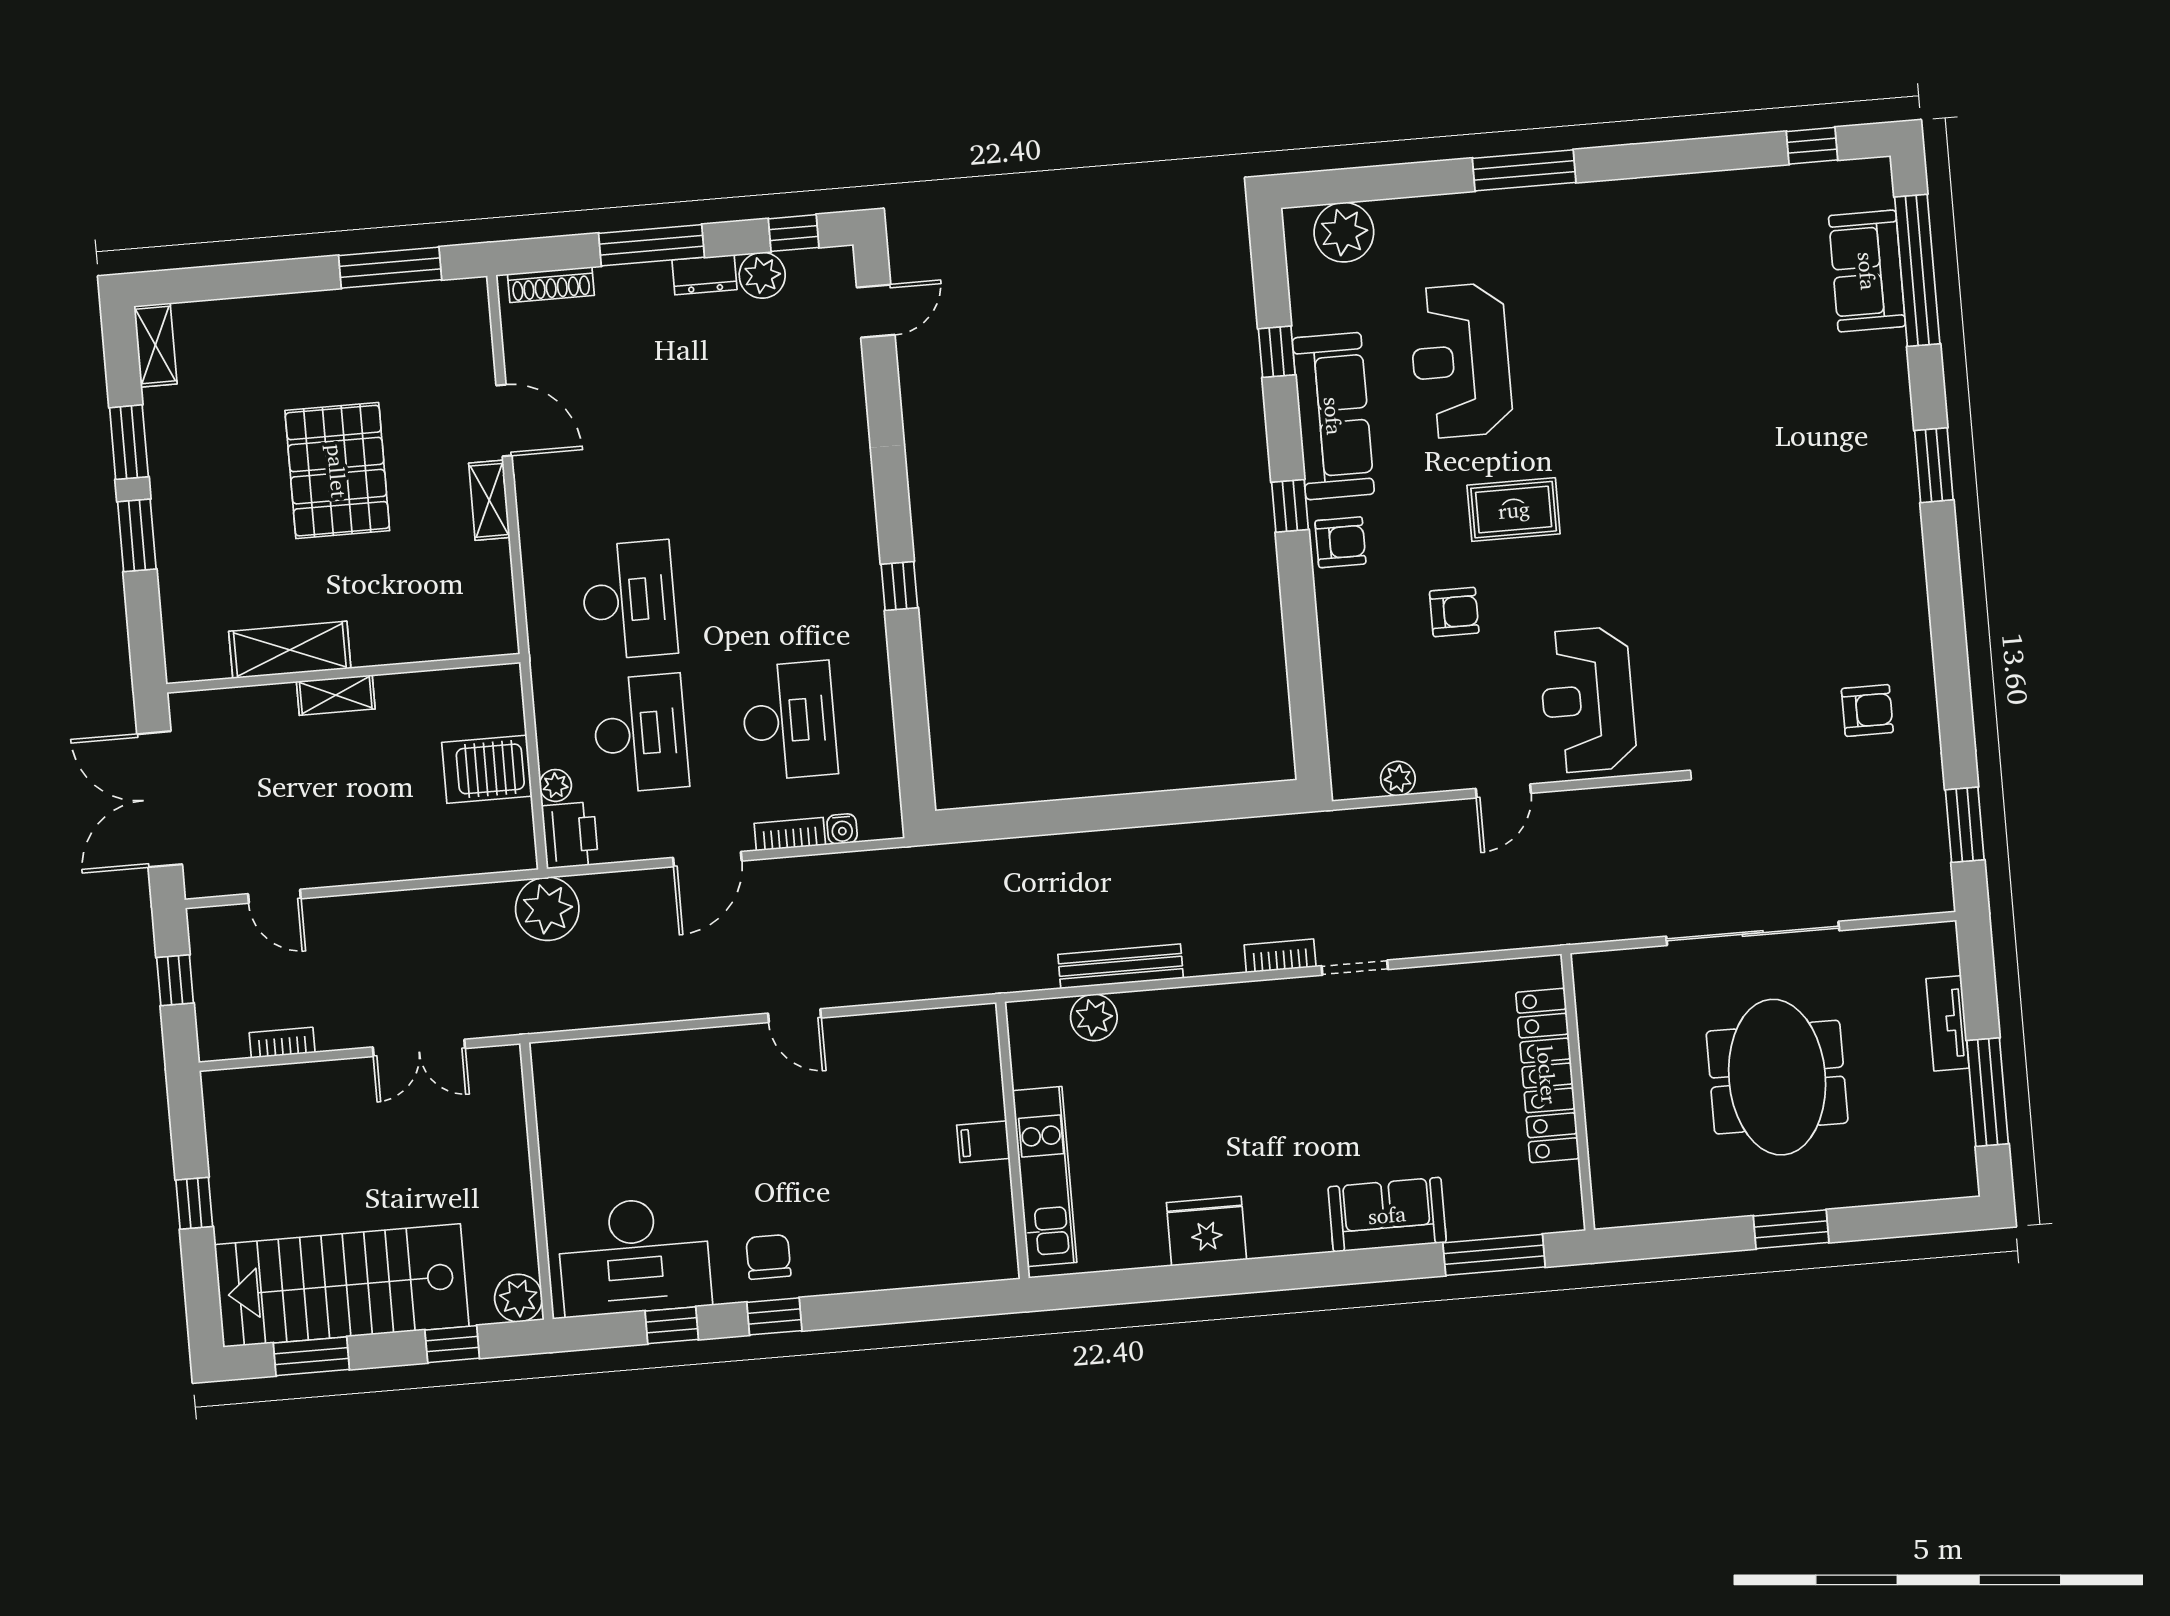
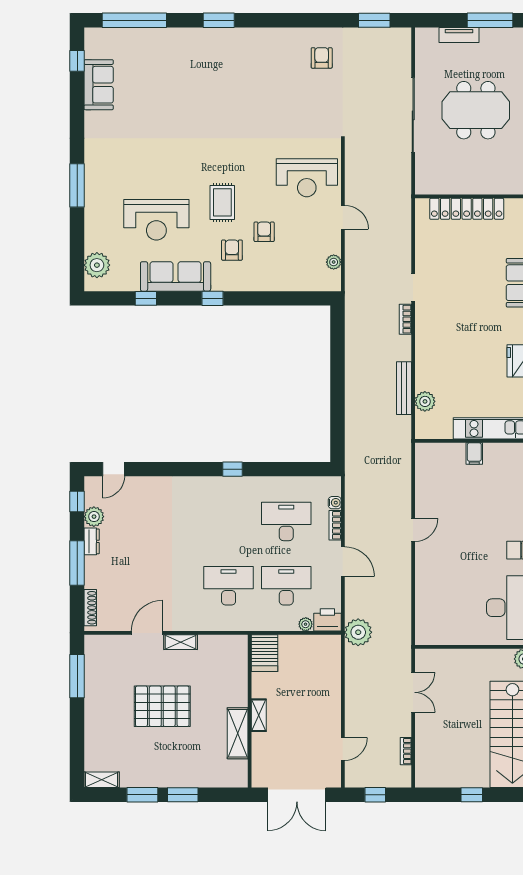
sofa: (1867, 271) -> (99, 85), moved, turned -90
door: (876, 311) -> (114, 469), swing flipped
armchair: (1340, 542) -> (232, 250), moved
server rack: (487, 769) -> (264, 653), moved

